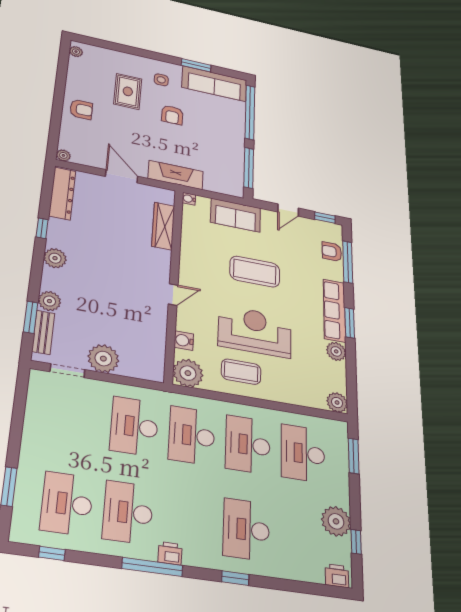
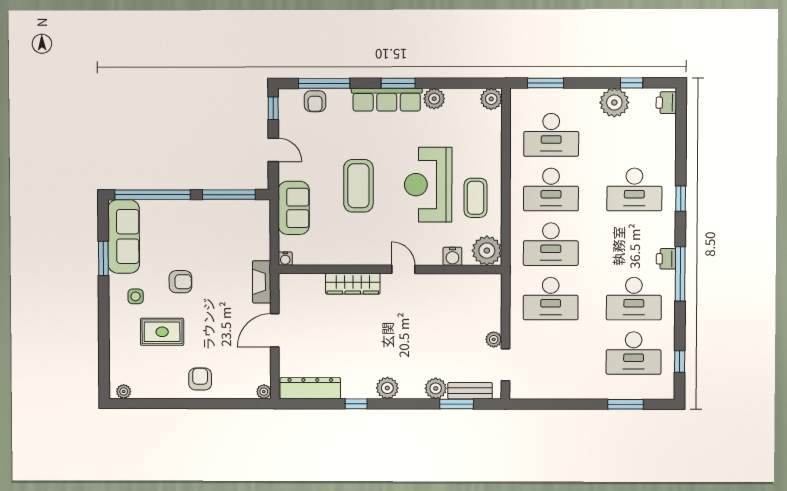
fireplace: (176, 175) -> (262, 282), width x0.73, depth x0.76
wardrobe: (163, 226) -> (353, 284), moved
plant: (103, 359) -> (494, 339), width x0.53, depth x0.53

